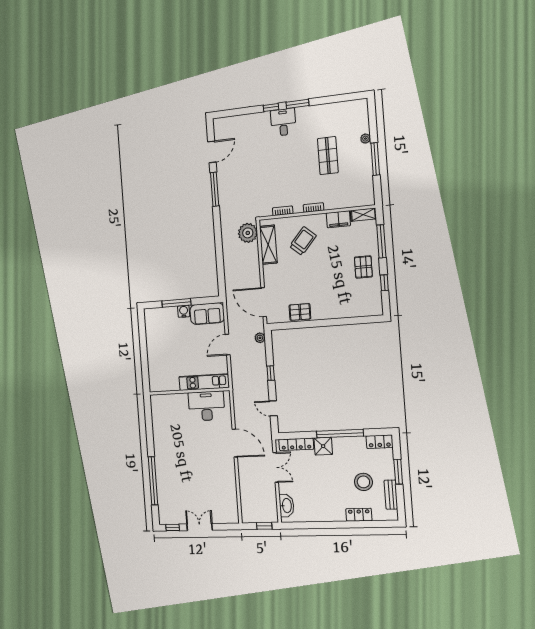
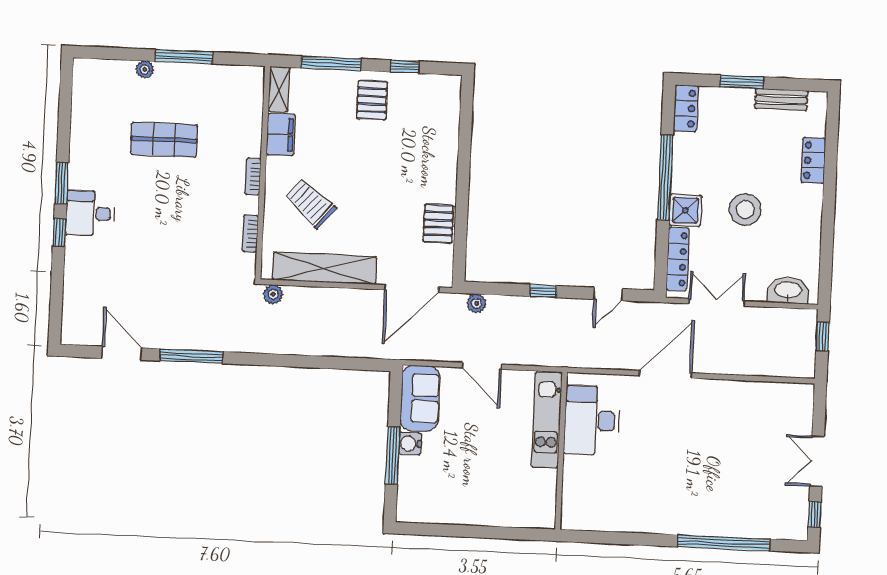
plant: (248, 233) -> (273, 294), width x0.53, depth x0.53
shelving: (268, 245) -> (325, 268), width x1.47
pallet: (363, 267) -> (372, 100), turned 90
stool: (363, 482) -> (745, 209), moved

